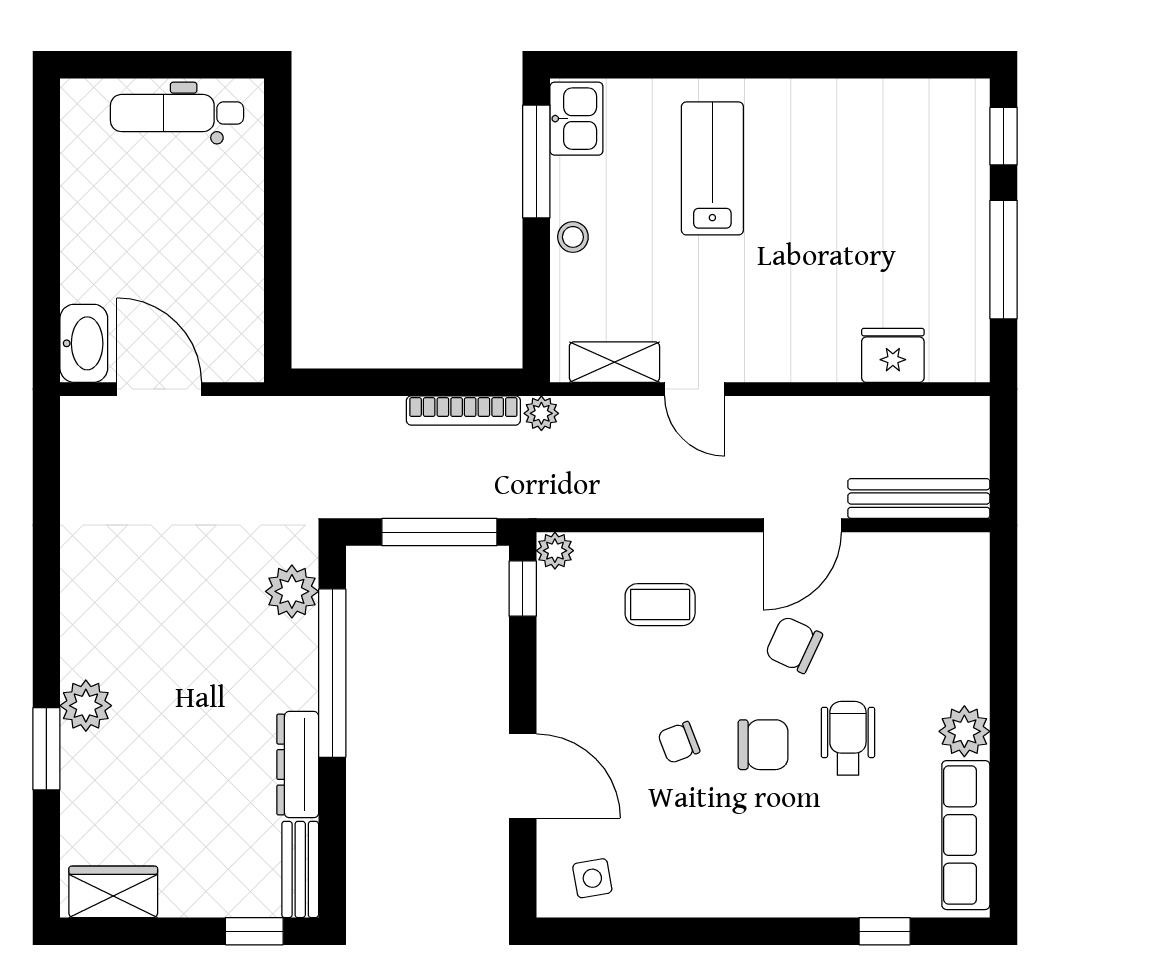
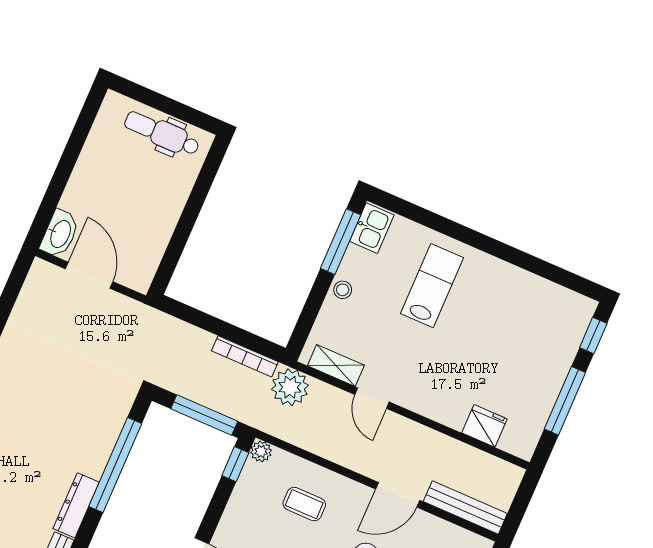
plant: (541, 413) -> (290, 387), width x1.88, depth x1.88
plant: (292, 591) -> (113, 413), removed

